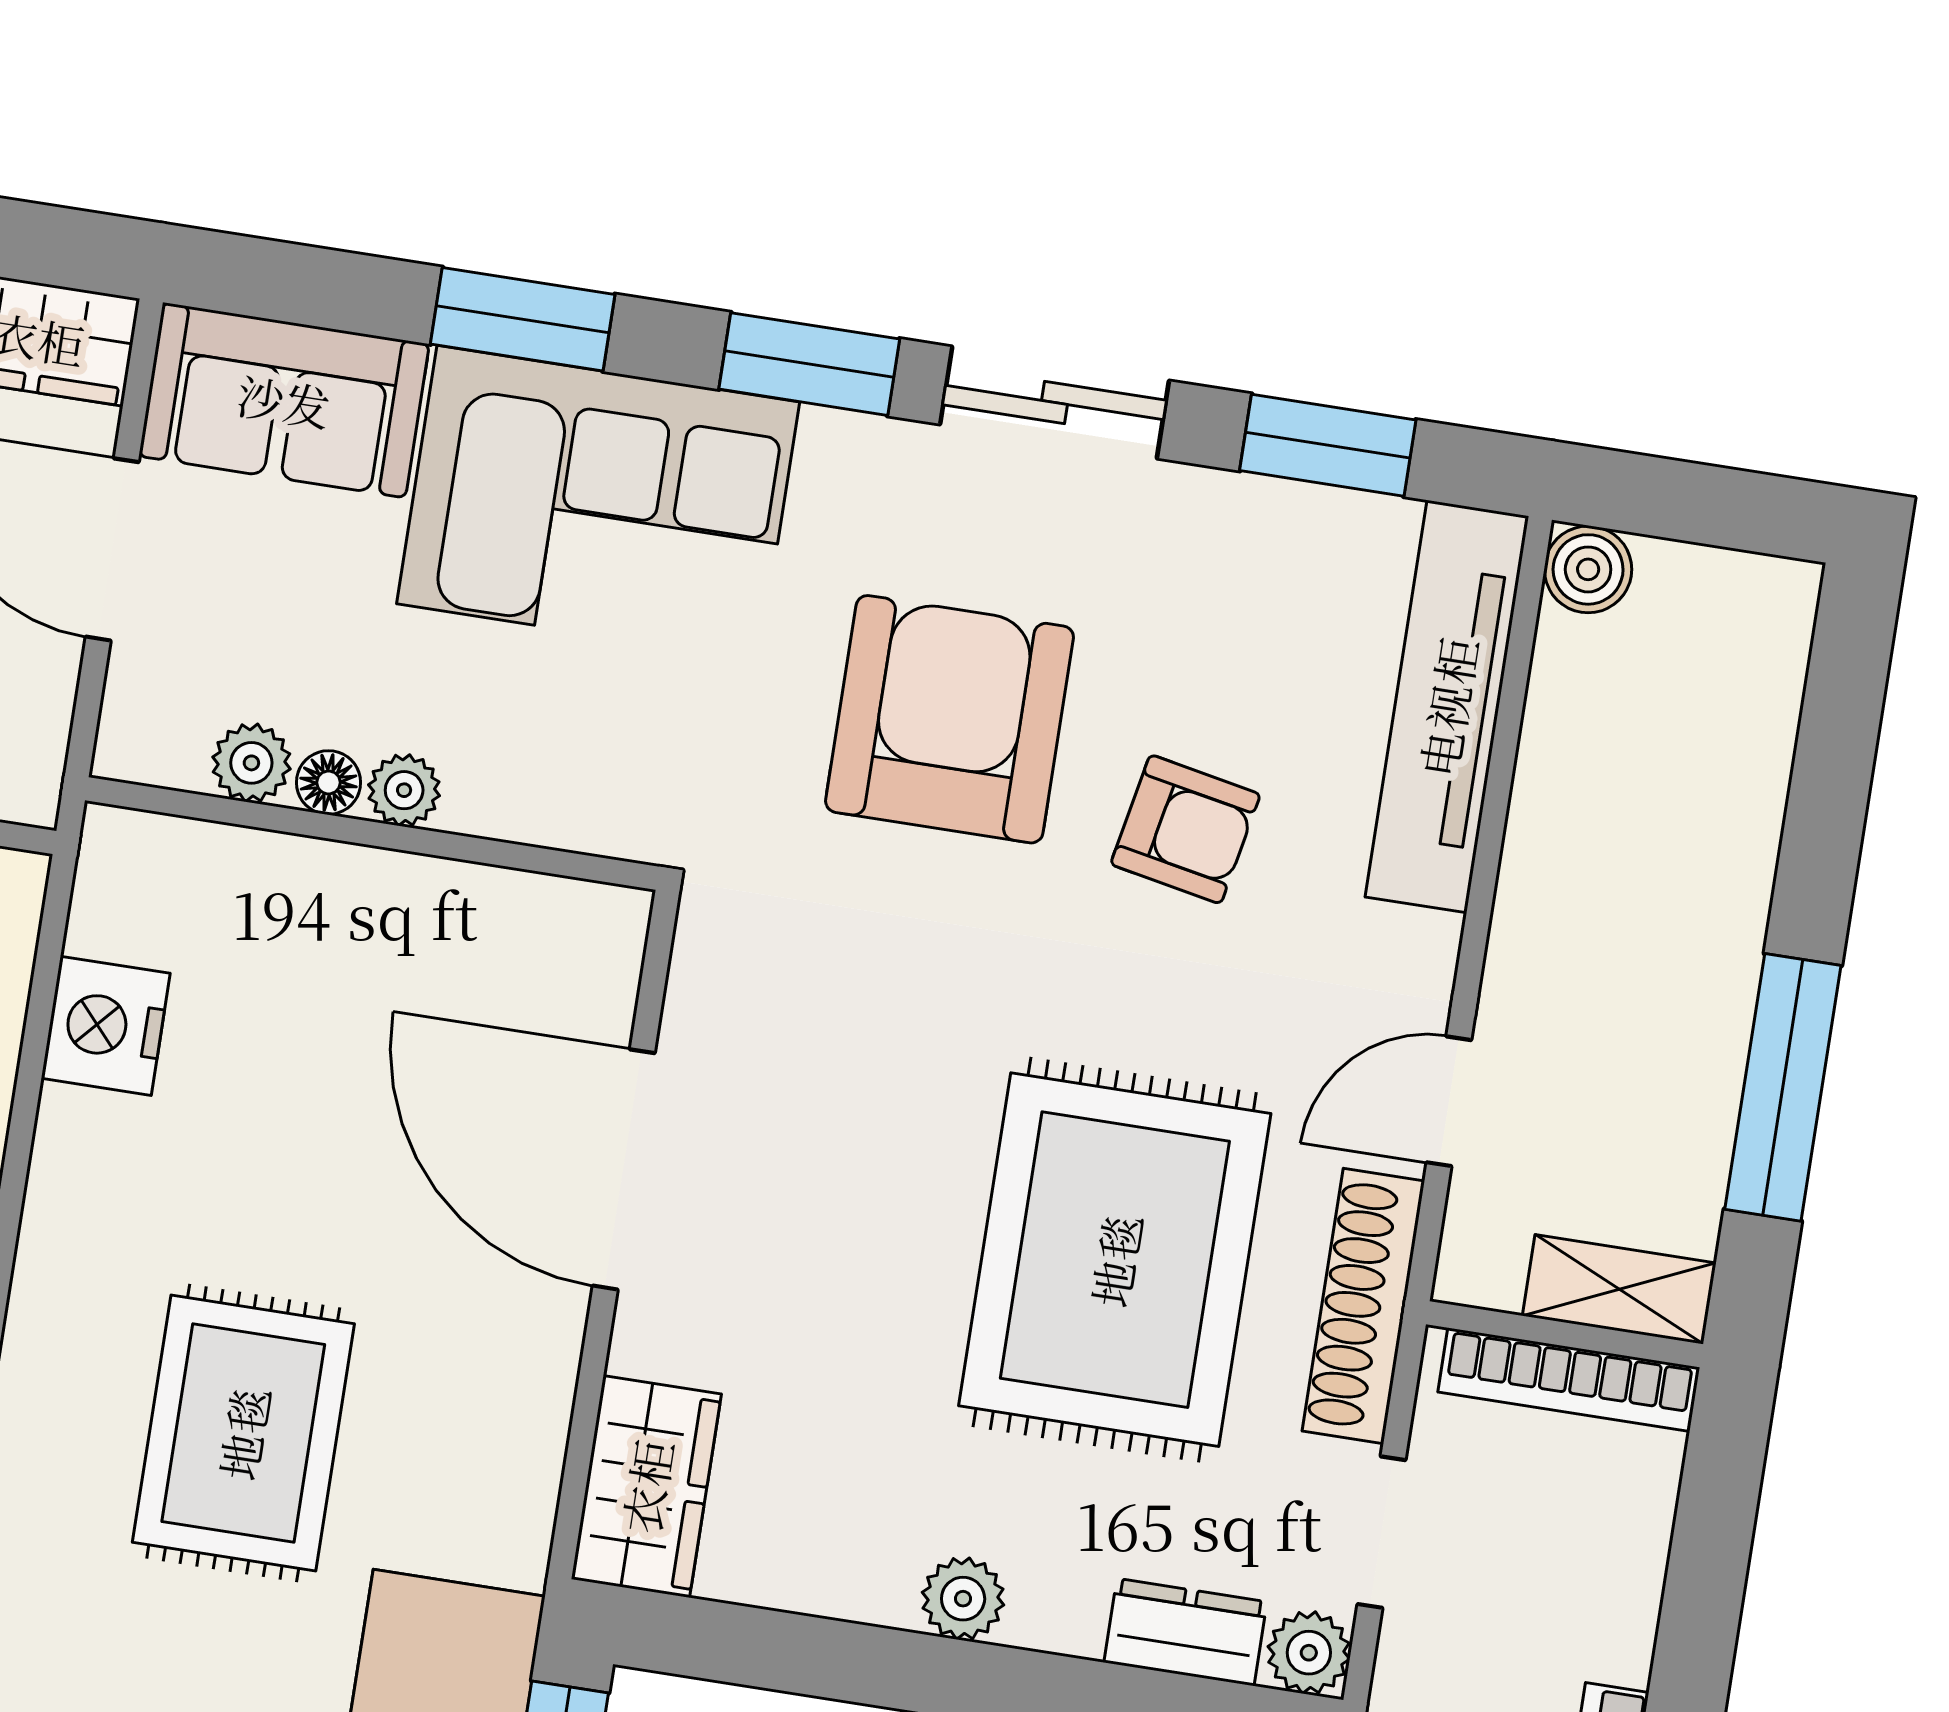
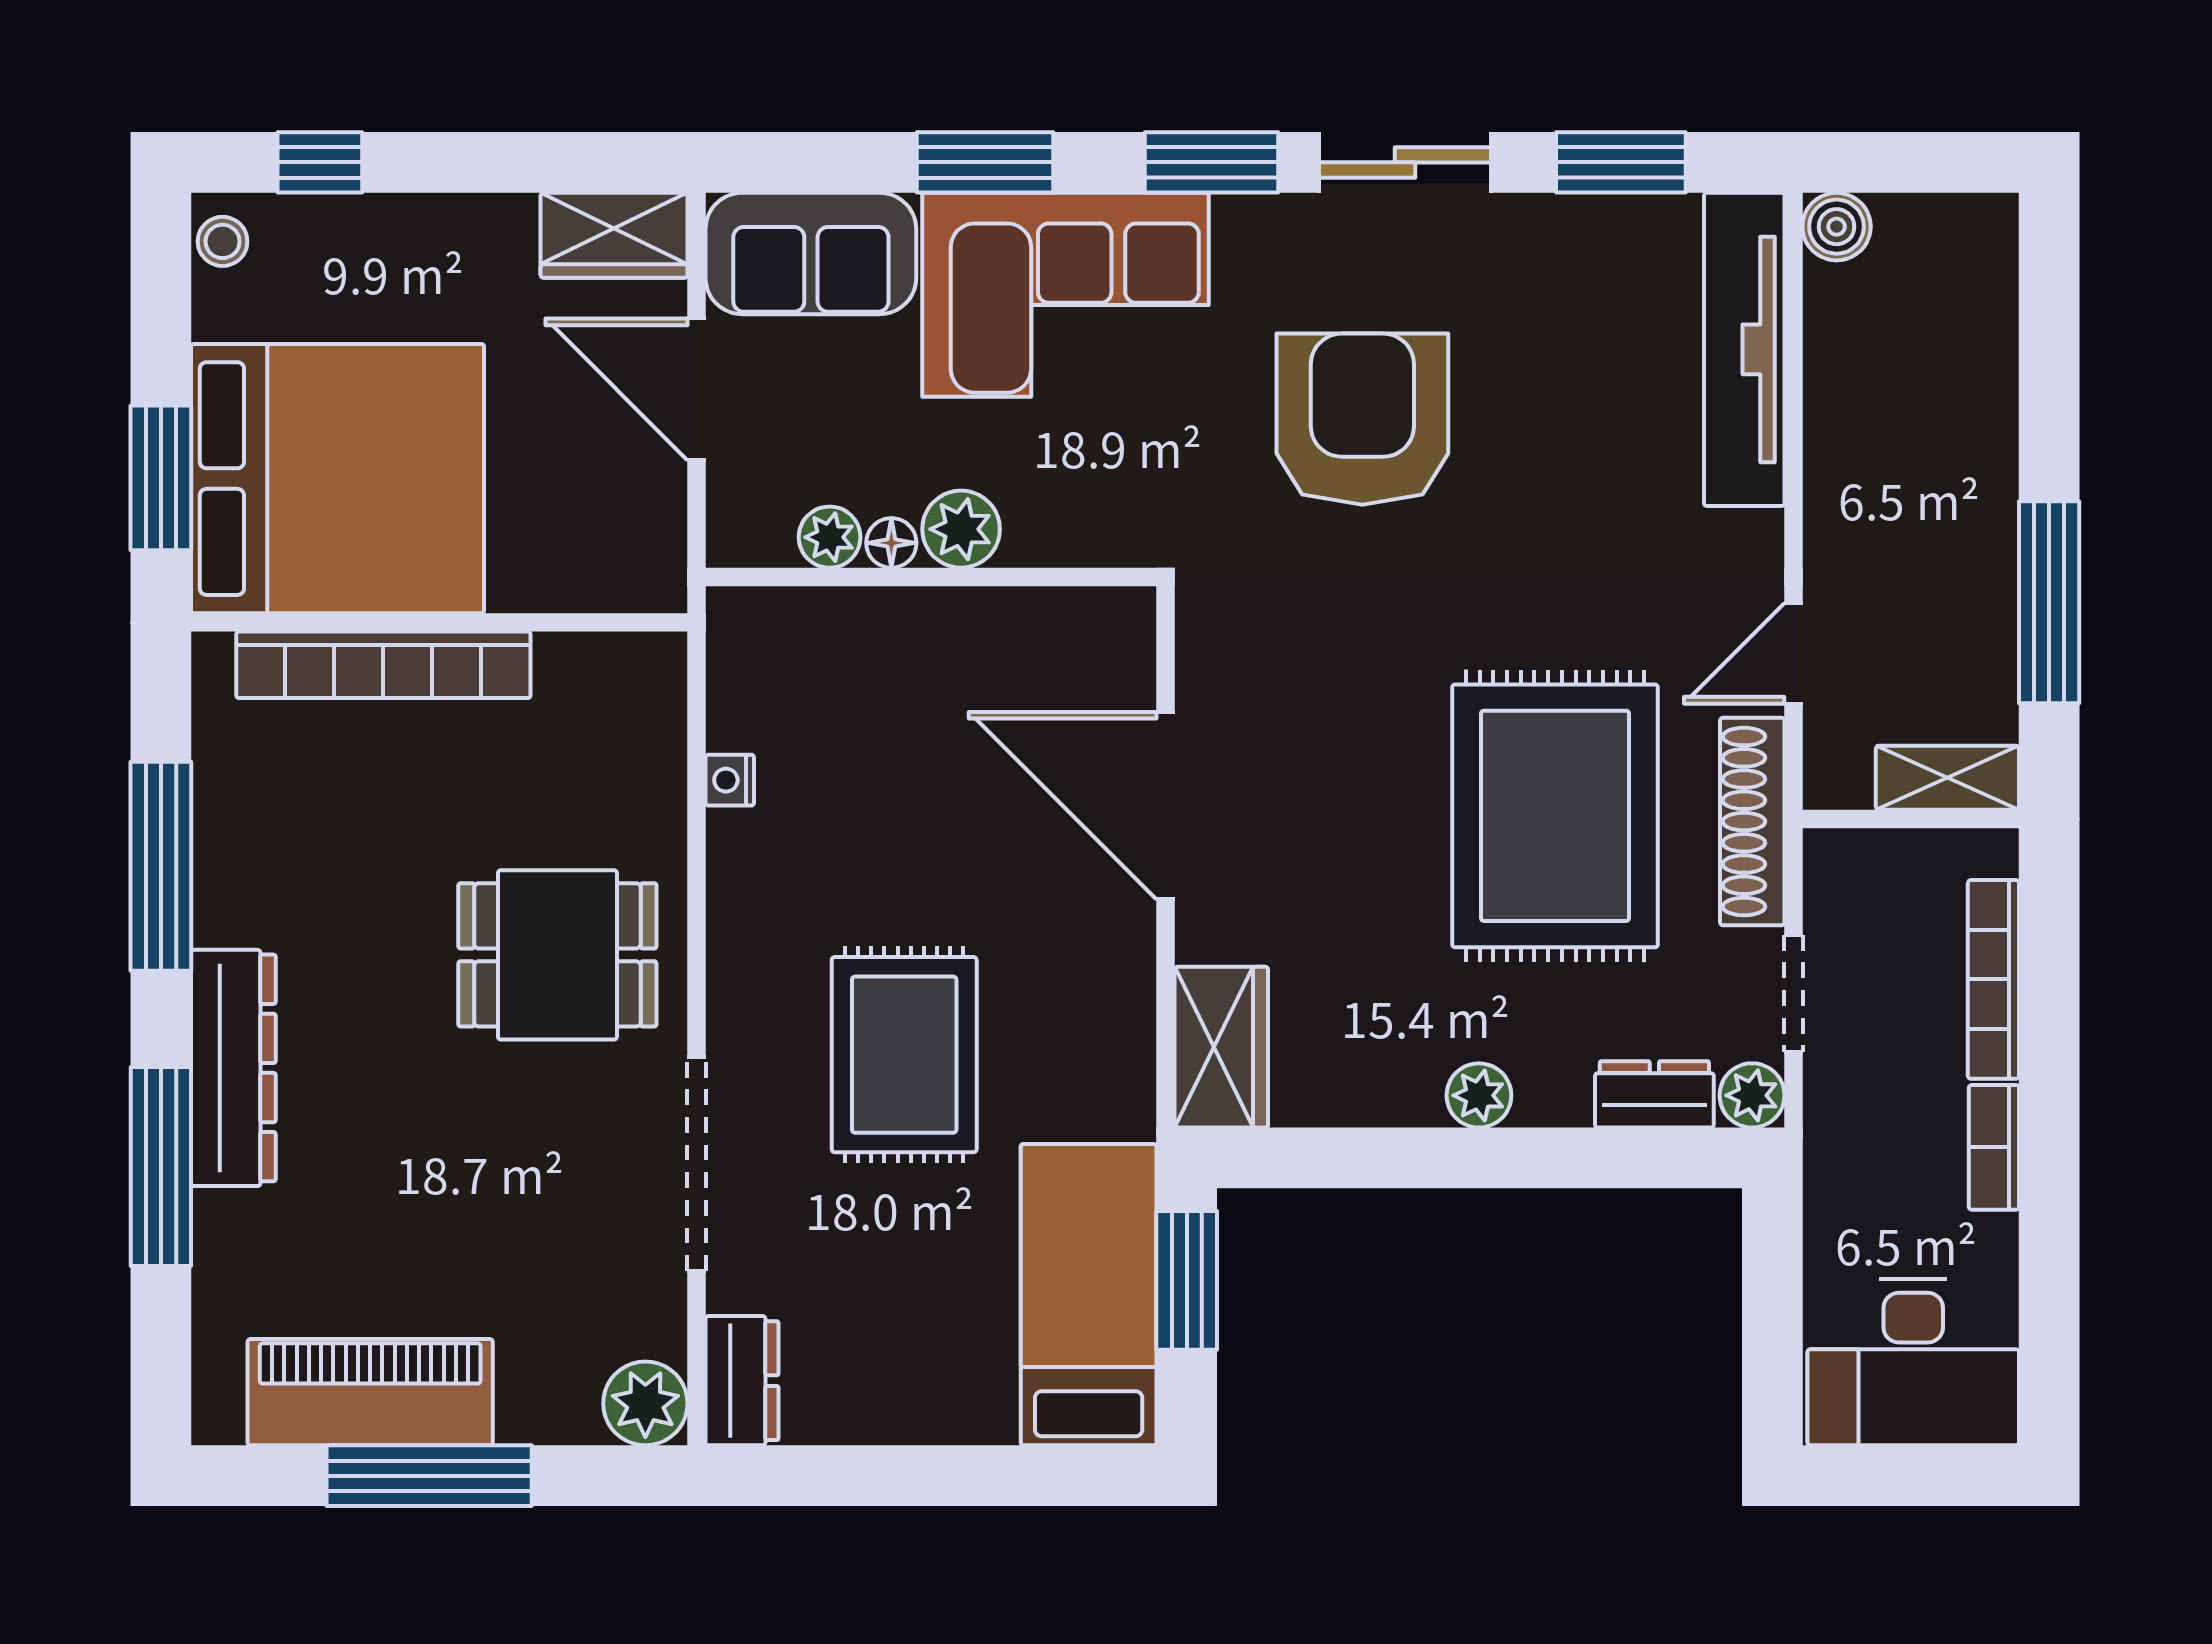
plant: (404, 790) -> (961, 529), width x1.38, depth x1.38
armchair: (1185, 829) -> (1558, 476), removed
nightstand: (106, 1026) -> (730, 780), width x0.53, depth x0.56
bookcase: (1569, 1380) -> (1993, 979), moved, turned 90

